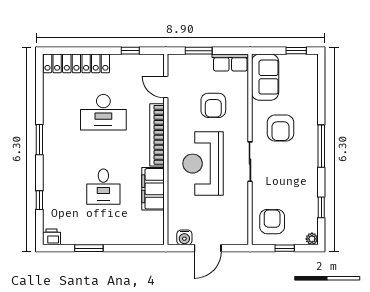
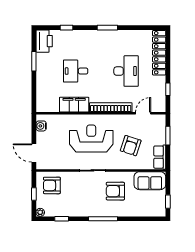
armchair: (213, 105) -> (131, 146), turned -72
desk: (103, 112) -> (126, 71), turned 180
armchair: (272, 222) -> (52, 185), turned 180
printer: (52, 237) -> (44, 41), width x1.87, depth x1.48
door: (208, 248) -> (34, 153), moved

